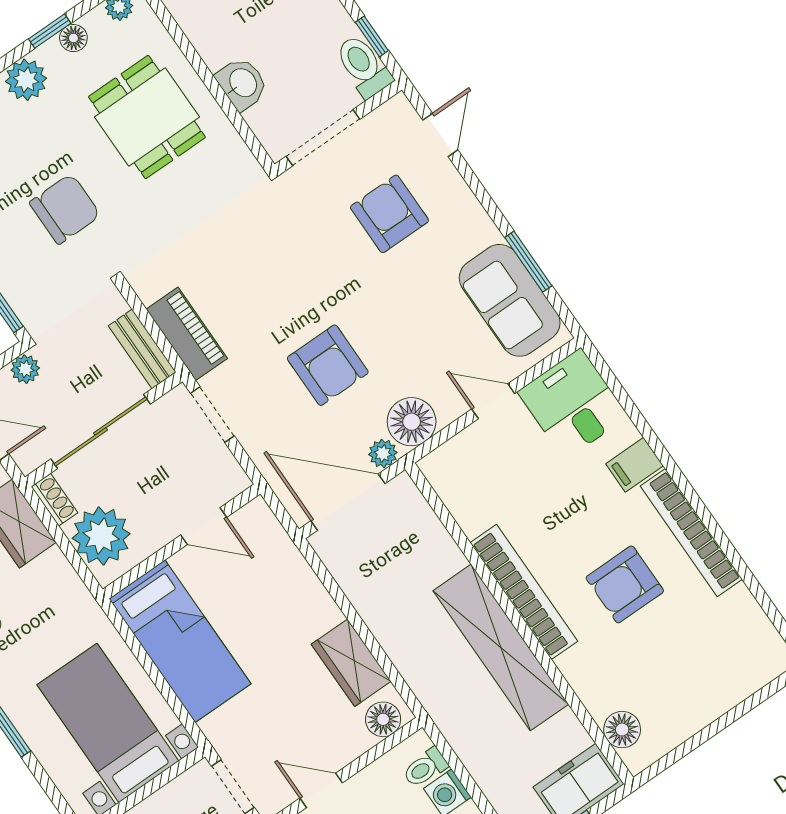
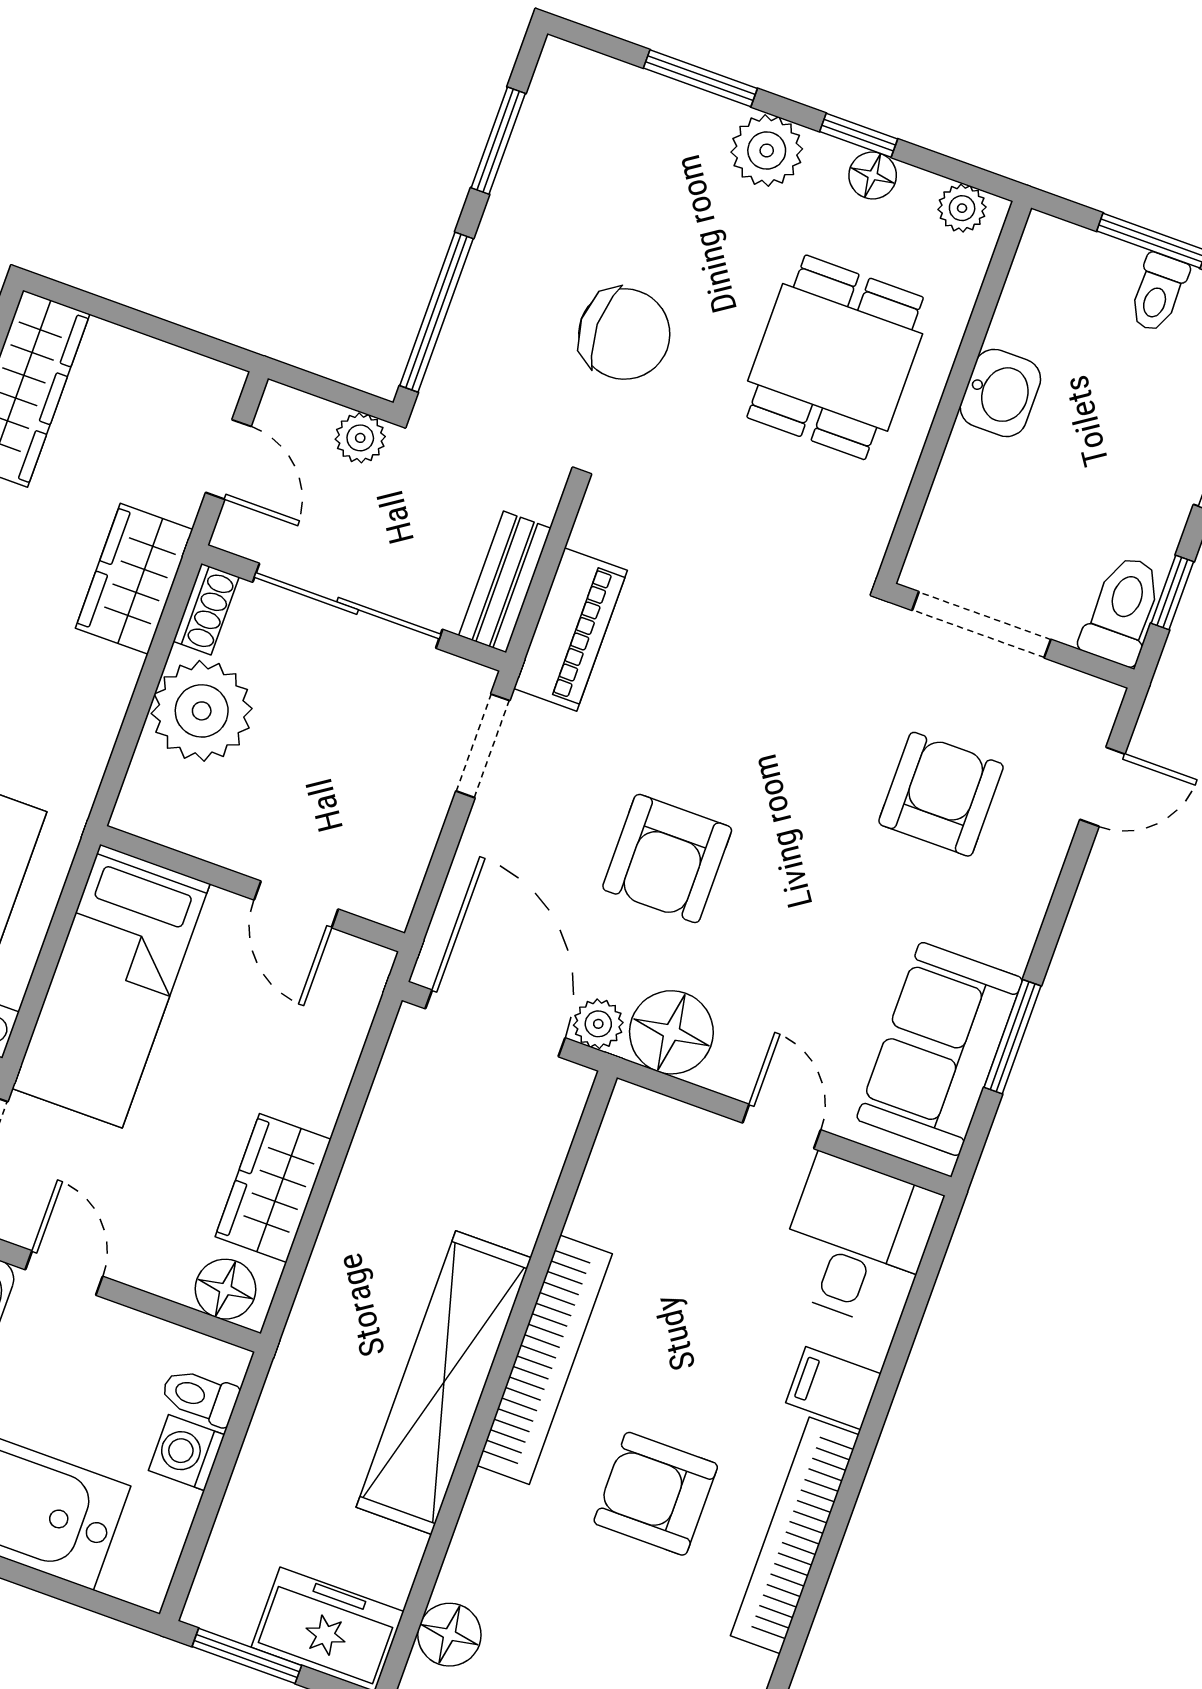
washbasin: (242, 83) -> (1000, 393), moved
door: (204, 526) -> (296, 904), moved
wall: (182, 541) -> (253, 889), moved
bed: (180, 641) -> (111, 986), moved

